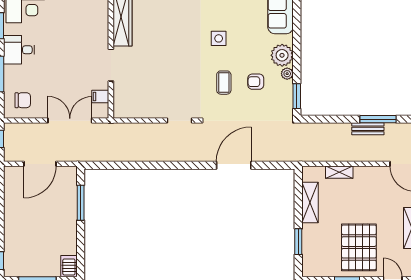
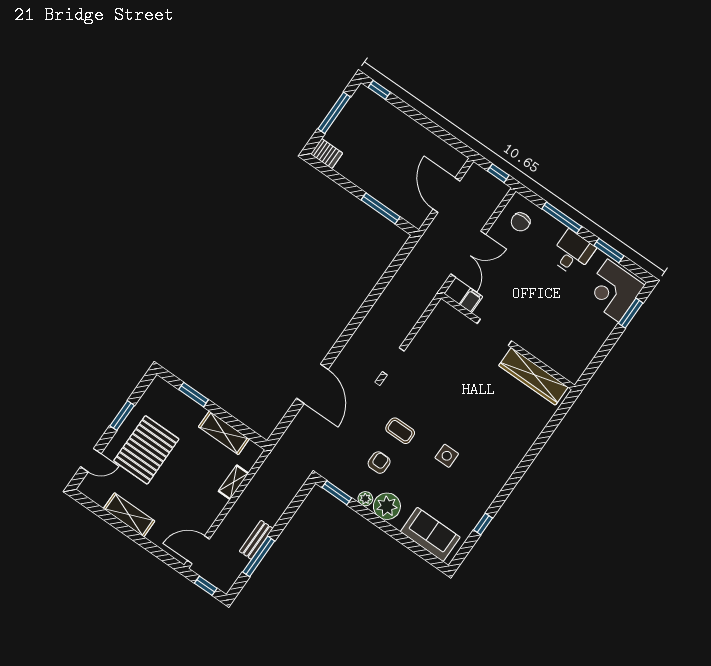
pallet: (359, 247) -> (146, 450), turned 90

